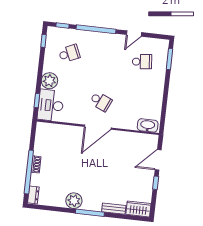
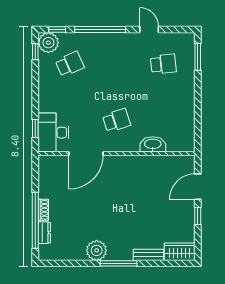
door: (134, 34) -> (149, 29), swing flipped
plant: (49, 81) -> (48, 43), moved
school desk: (101, 101) -> (117, 120), turned -42
washbasin: (148, 125) -> (153, 144), moved
door: (98, 127) -> (86, 154), moved
dresser: (33, 195) -> (44, 233), moved

